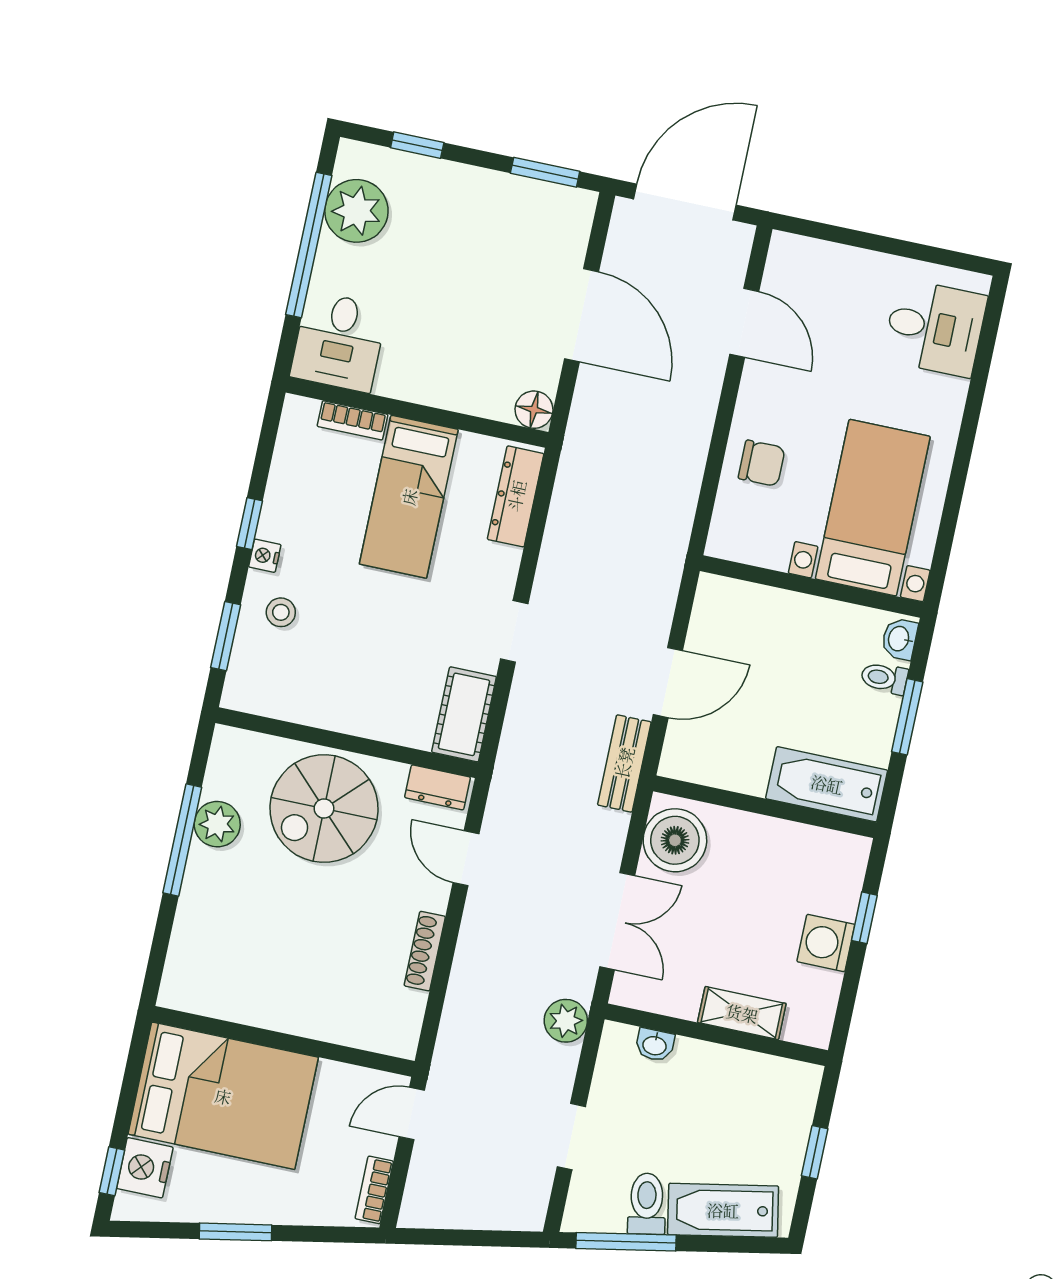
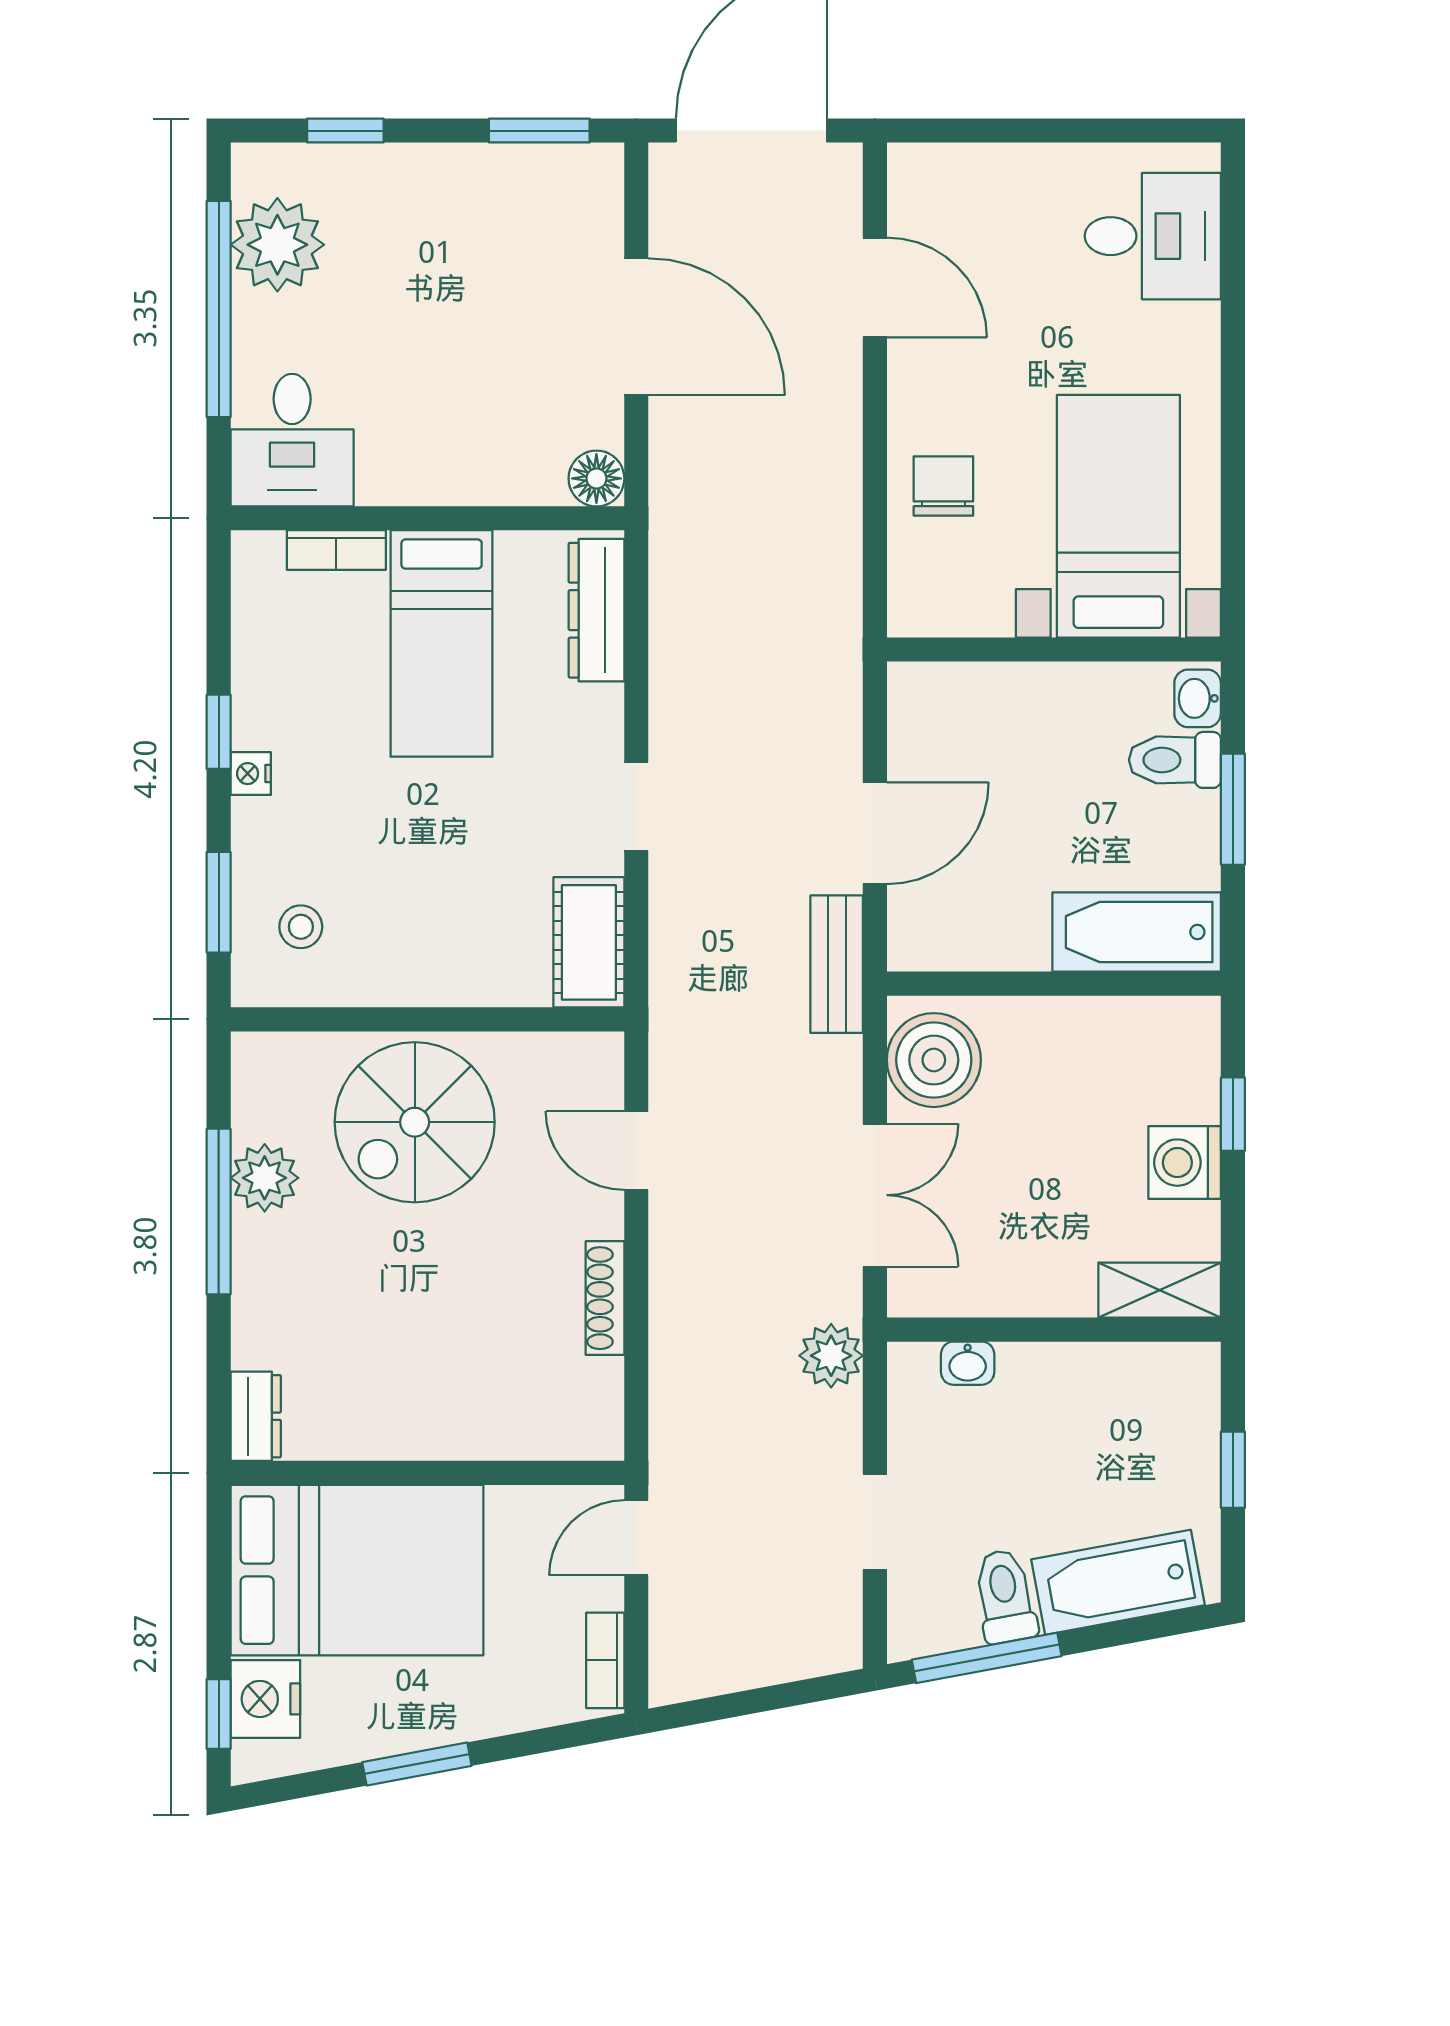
chair: (762, 463) -> (943, 486), turned -90
stool: (281, 612) -> (301, 927), moved
toilet: (884, 678) -> (1175, 760), width x1.37, depth x1.39
dresser: (438, 787) -> (256, 1416), moved, turned -90
shelving: (742, 1013) -> (1160, 1290), moved

